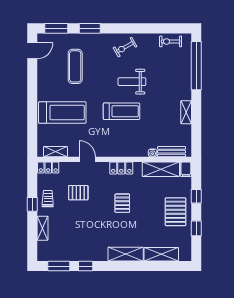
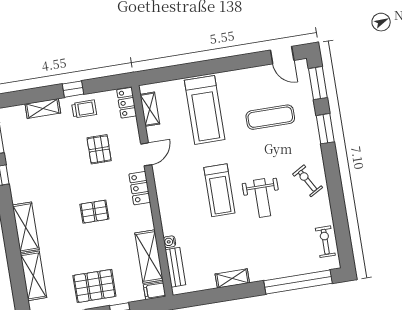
weight bench: (132, 82) -> (262, 198), turned 180
locker: (121, 168) -> (140, 188), moved

